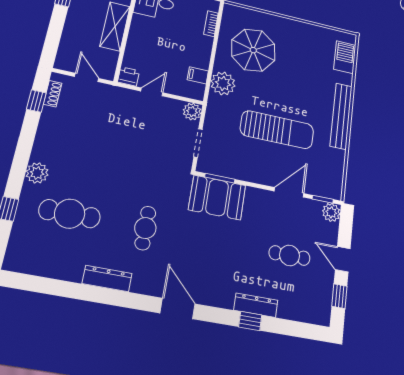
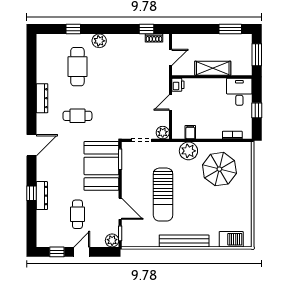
door: (152, 92) -> (171, 103), swing flipped
booth: (217, 197) -> (101, 166), width x1.36, depth x1.42

